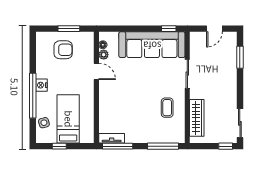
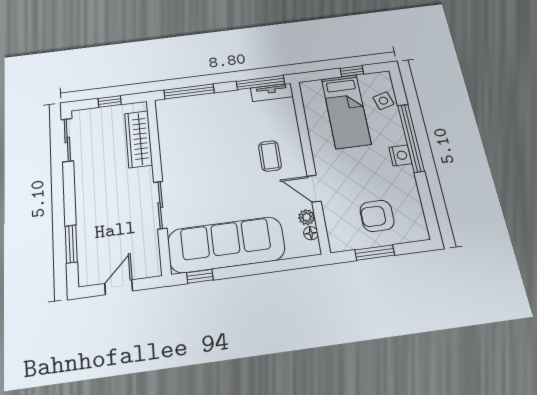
coffee table: (167, 108) -> (270, 156), moved
window: (226, 146) -> (110, 101), moved

